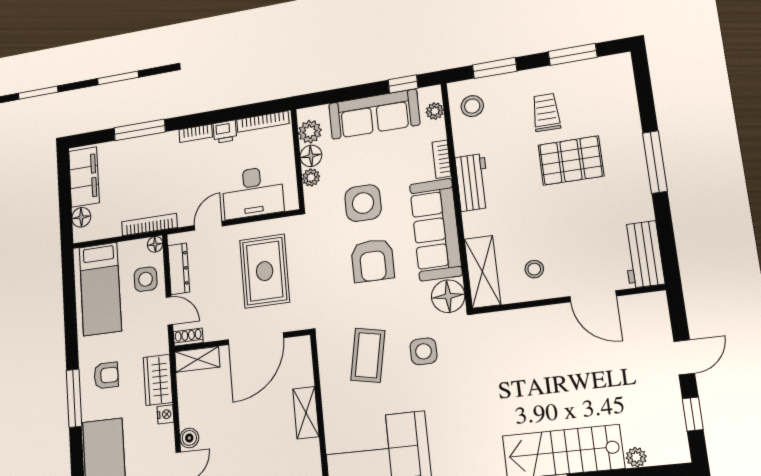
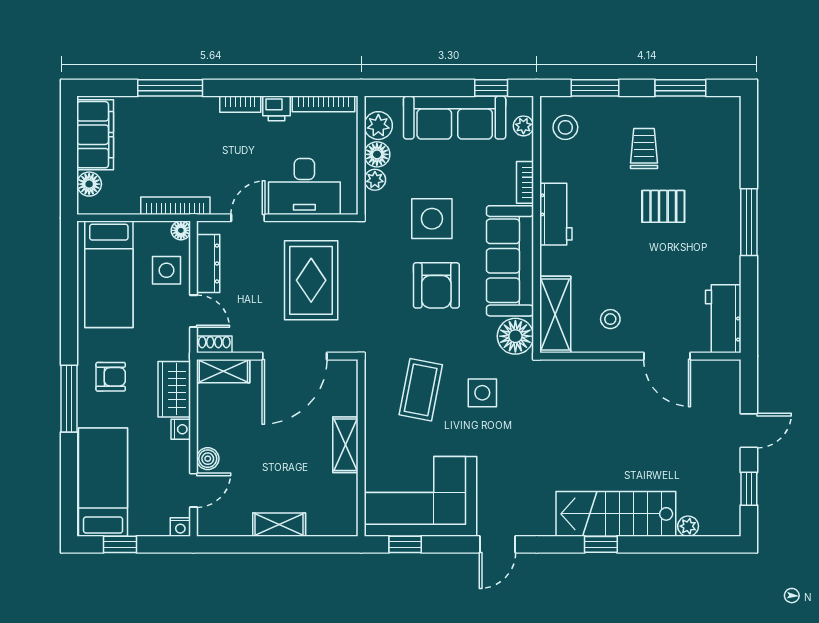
pallet: (571, 160) -> (663, 206), width x0.67, depth x0.71

